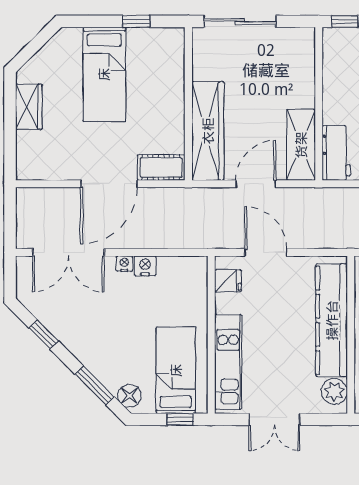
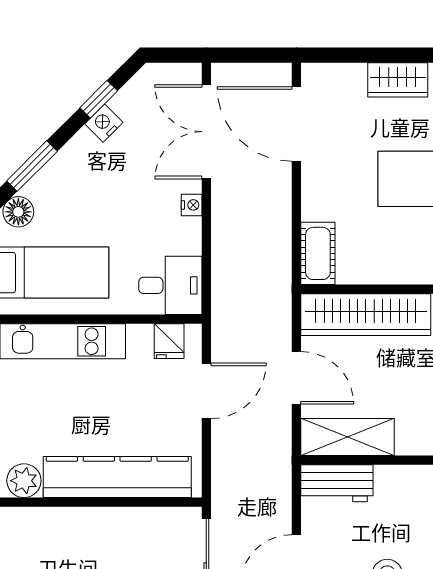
door: (109, 184) -> (296, 124), moved
nightstand: (145, 266) -> (104, 123), moved, turned -135
desk: (185, 280) -> (170, 285), added

